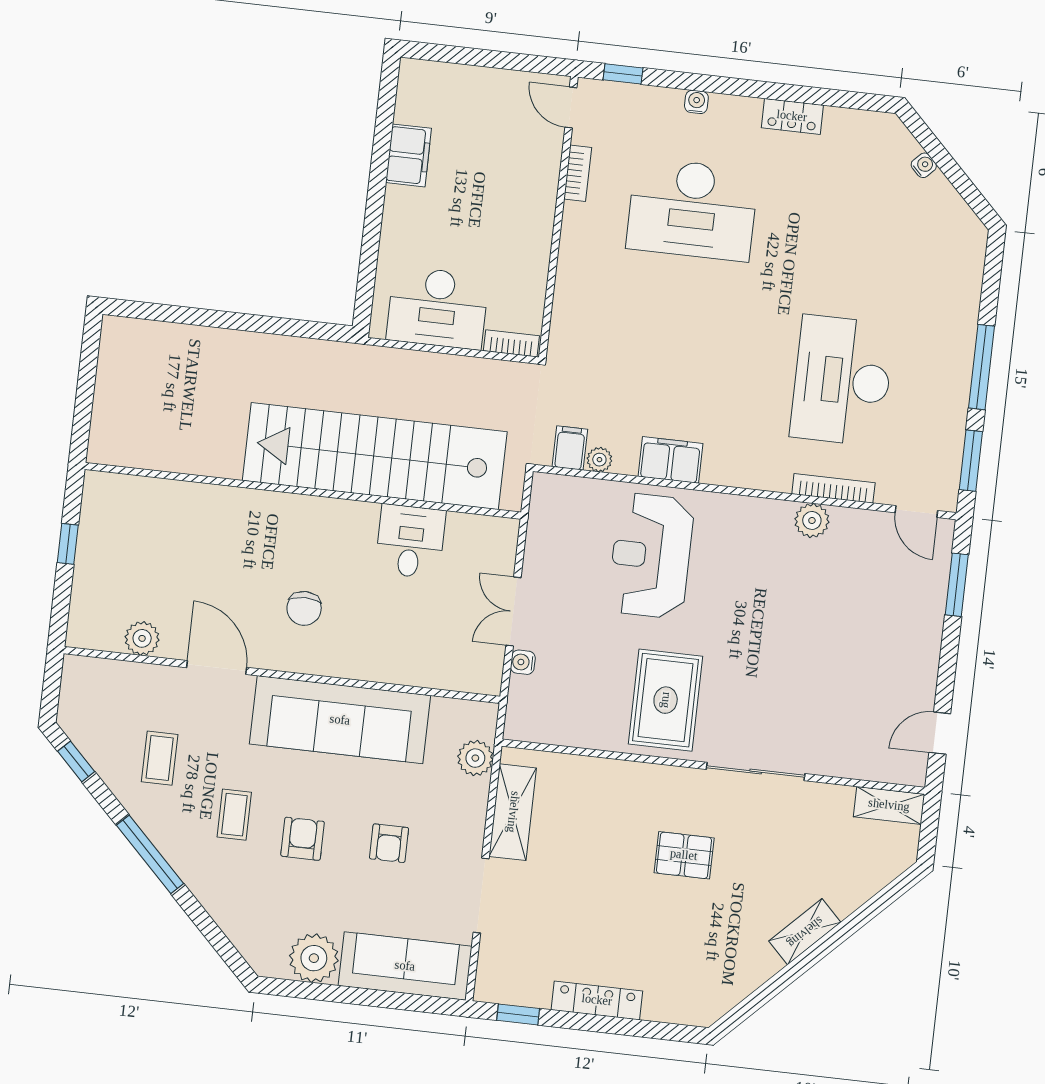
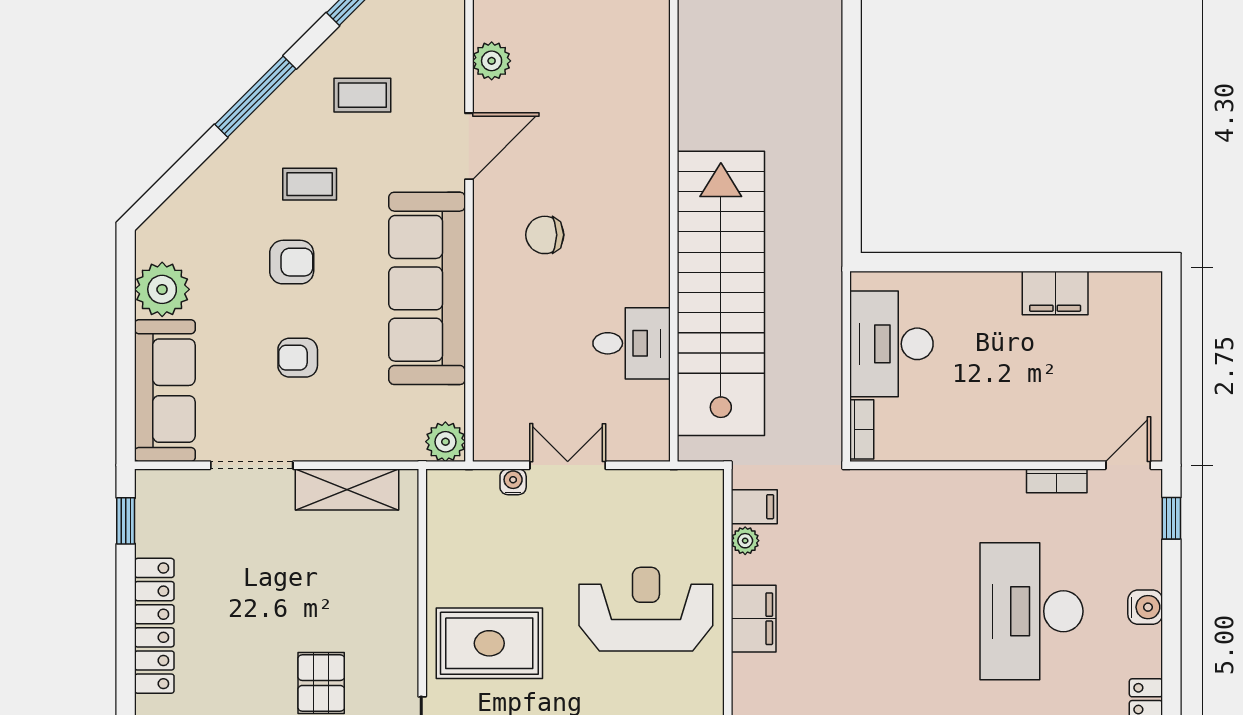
water cooler: (696, 102) -> (1145, 607), width x1.38, depth x1.38
plant: (475, 758) -> (445, 442), moved
locker: (597, 1000) -> (154, 626), width x1.41, depth x1.21

